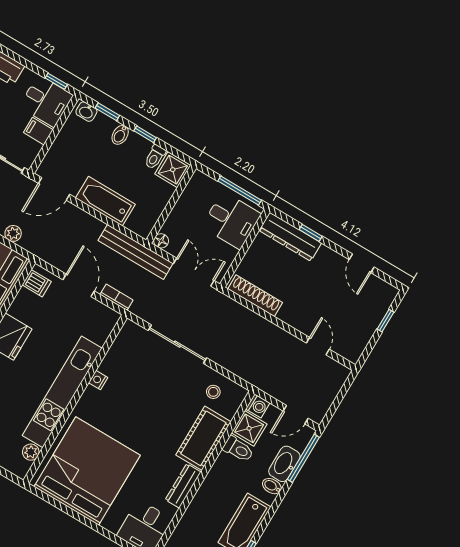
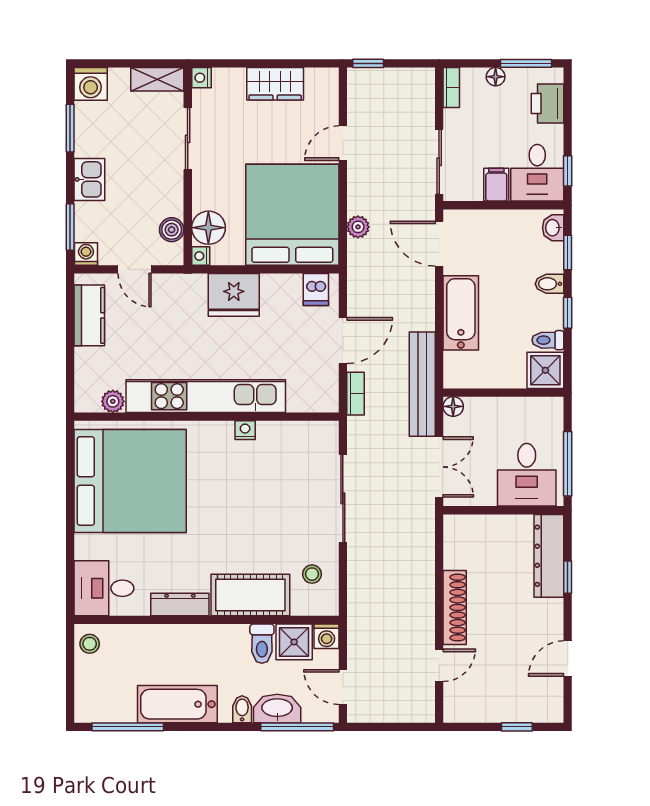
shoe rack: (255, 296) -> (455, 607), moved

